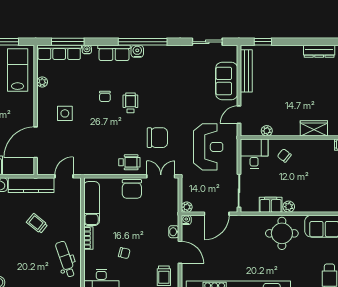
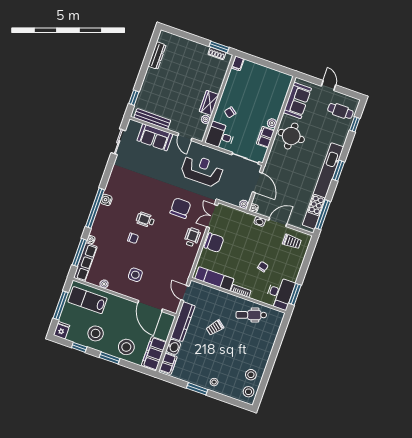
window: (143, 42) -> (95, 208), moved
row of seats: (114, 53) -> (101, 219), removed
wardrobe: (314, 128) -> (209, 103), moved

